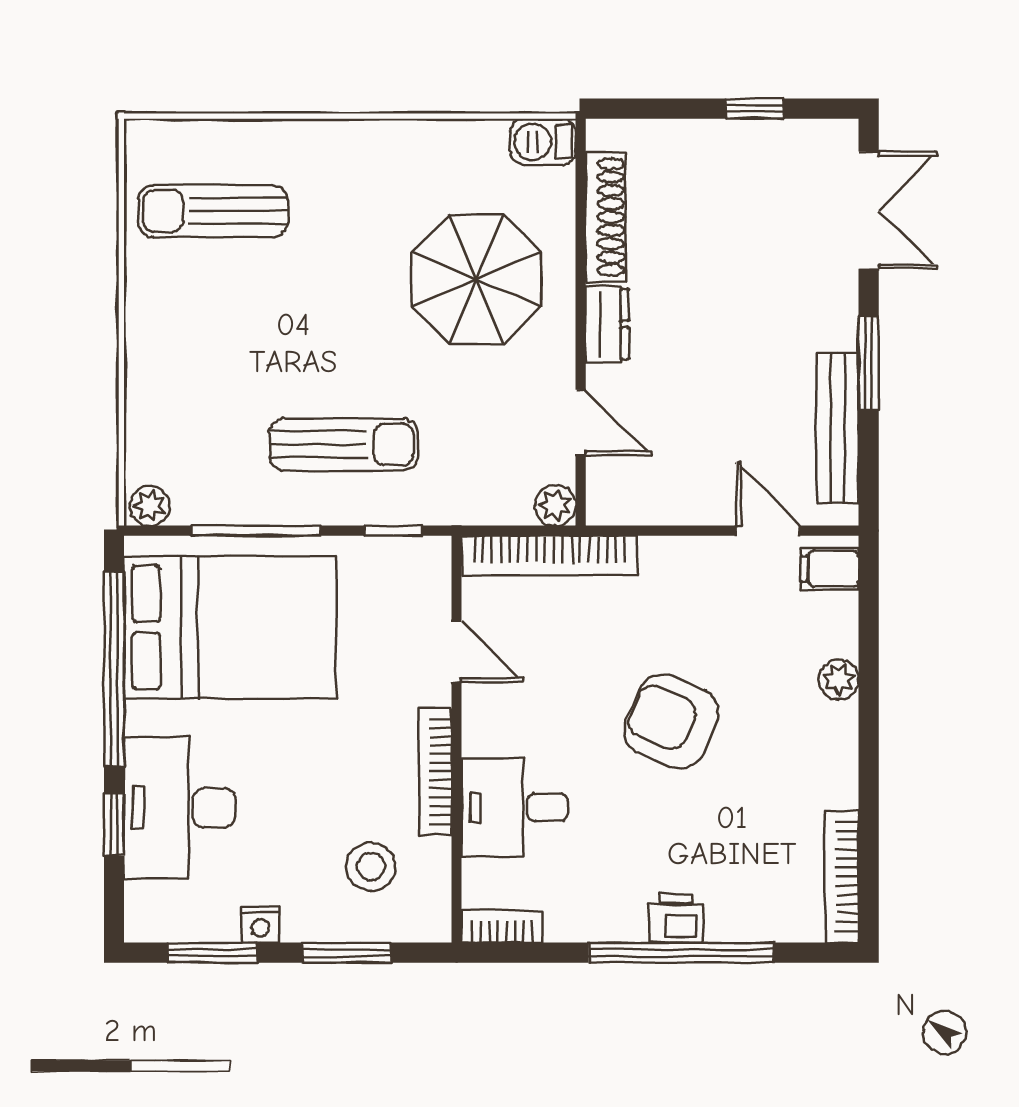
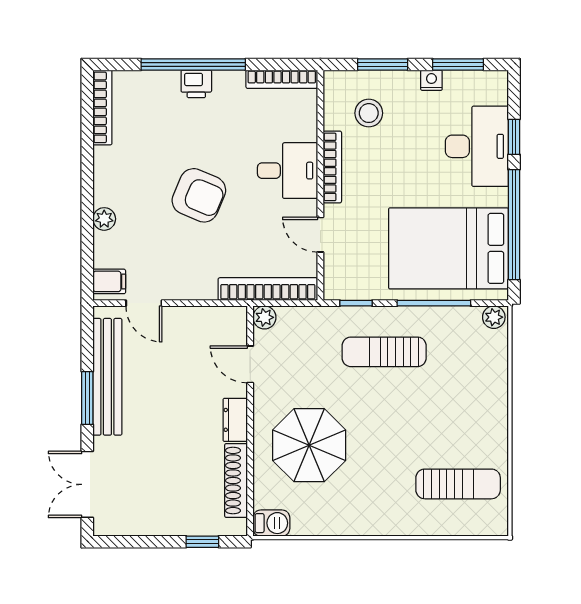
window: (755, 109) -> (202, 542), moved
bench: (838, 428) -> (107, 377), width x1.37, depth x1.21
desk: (515, 807) -> (287, 171), moved
bookcase: (502, 927) -> (282, 79), width x1.56

